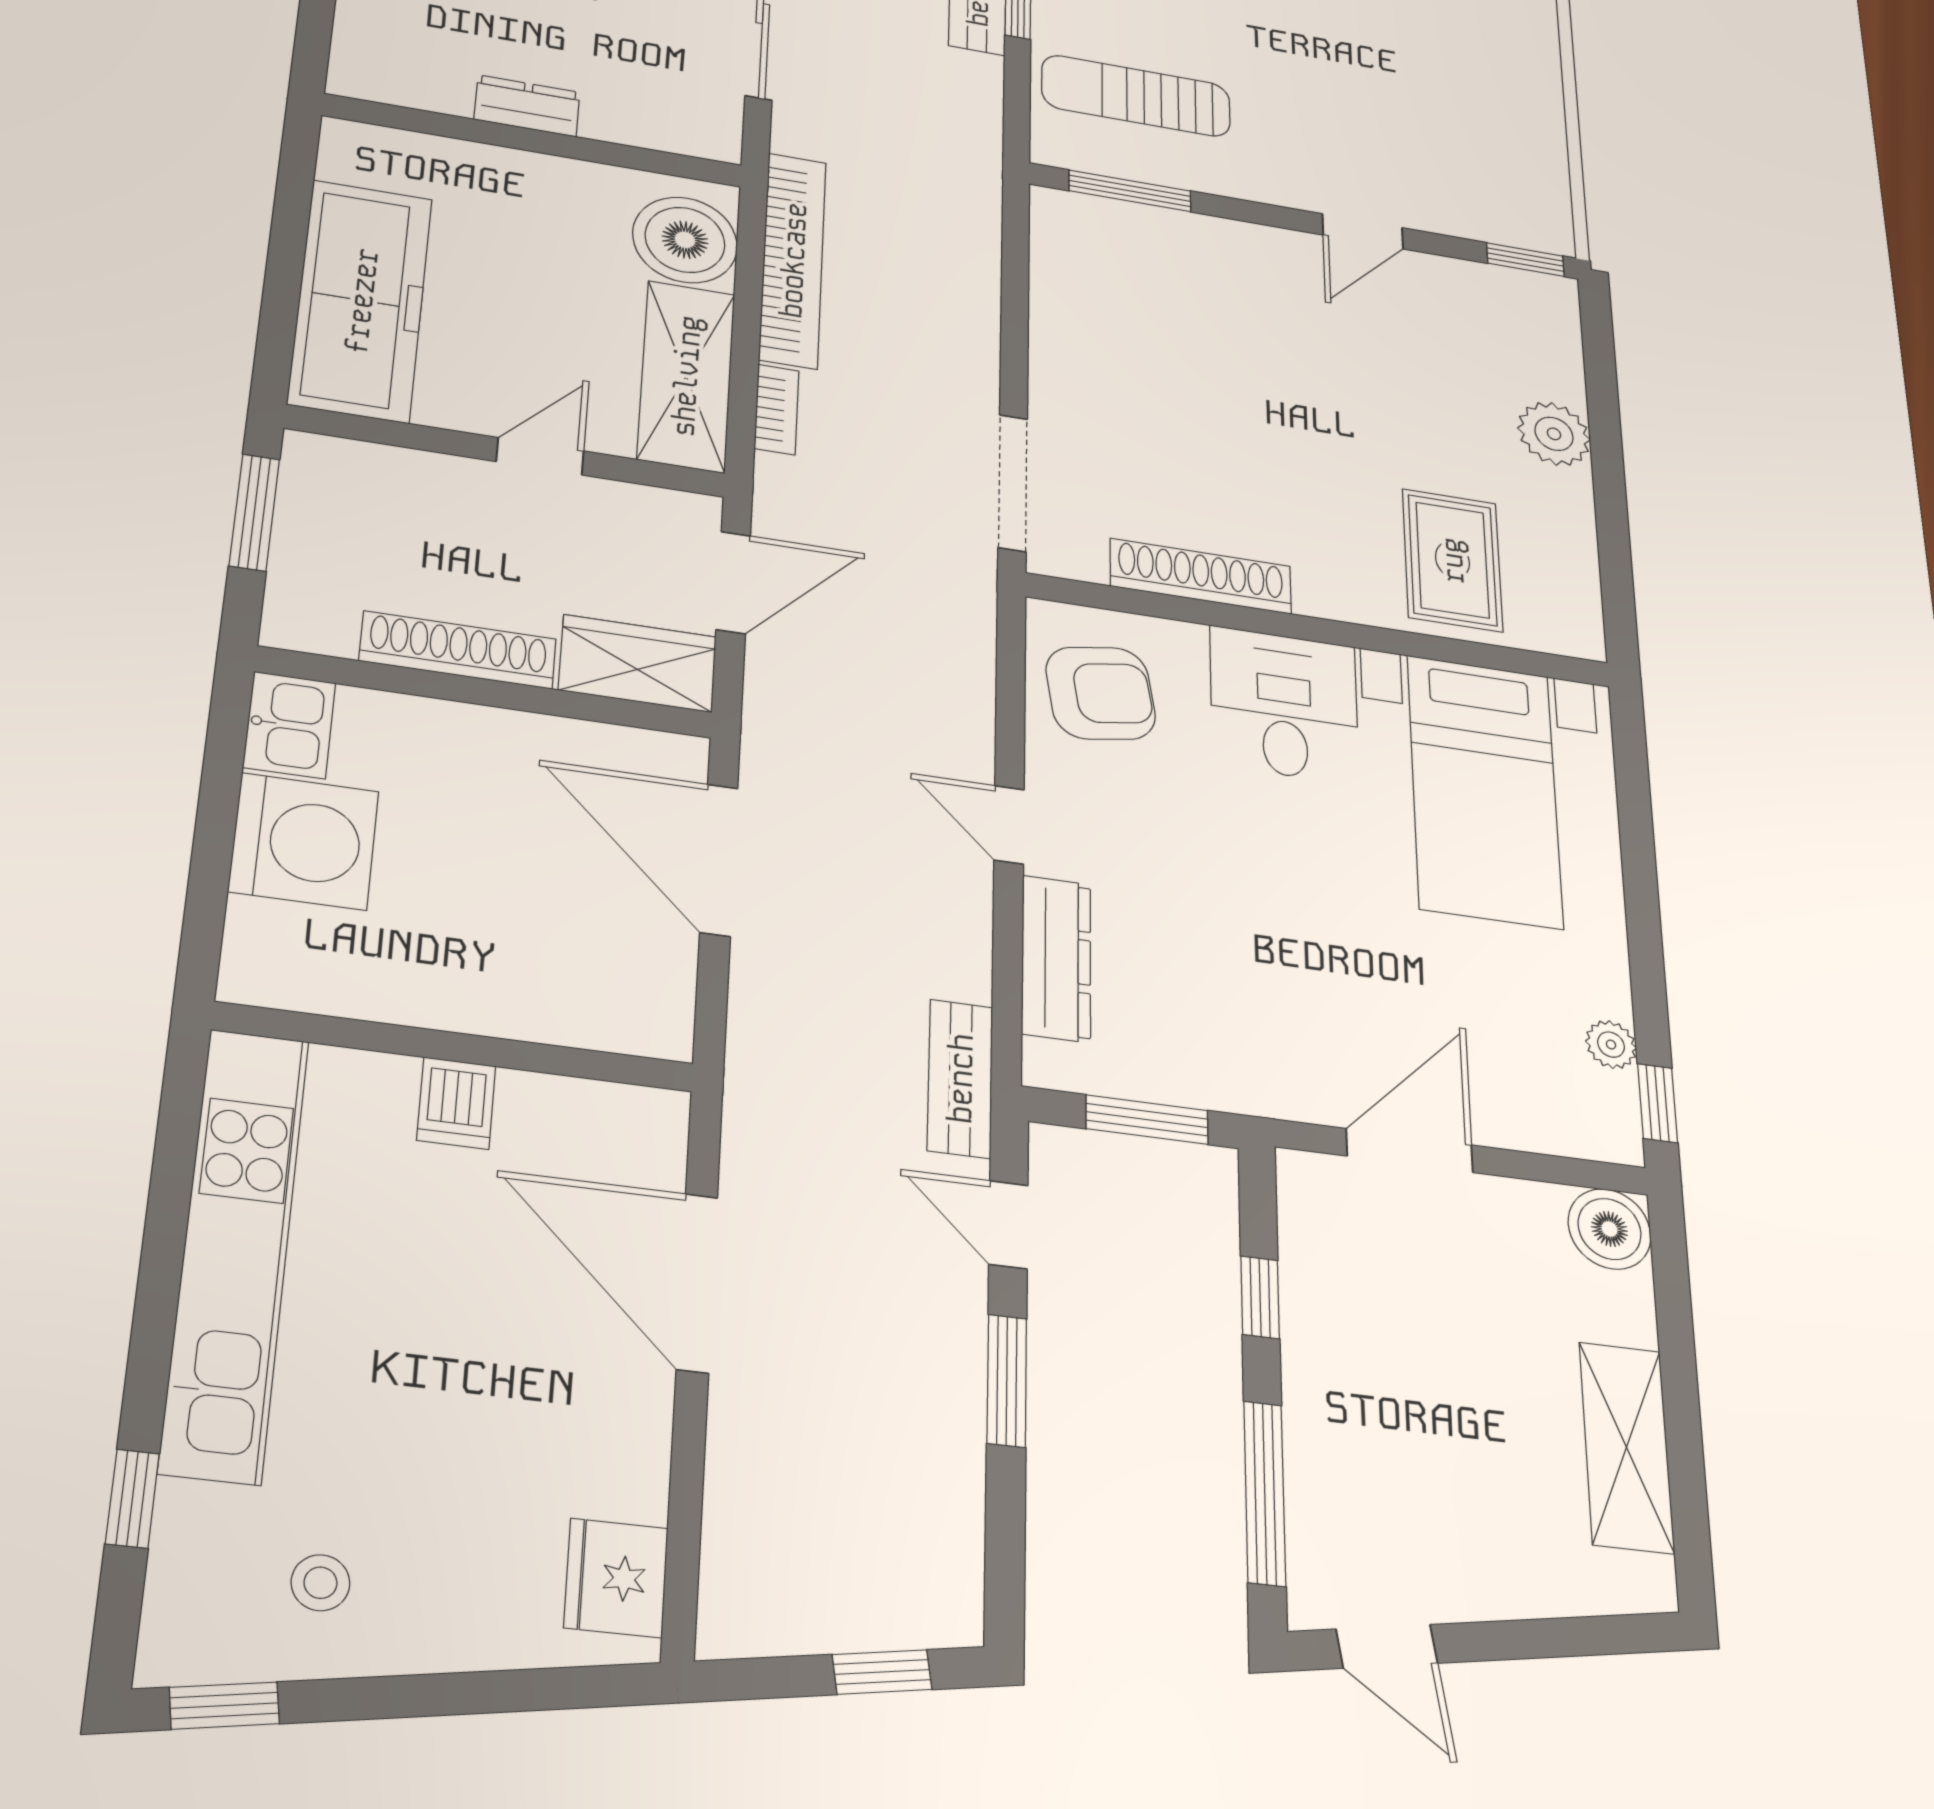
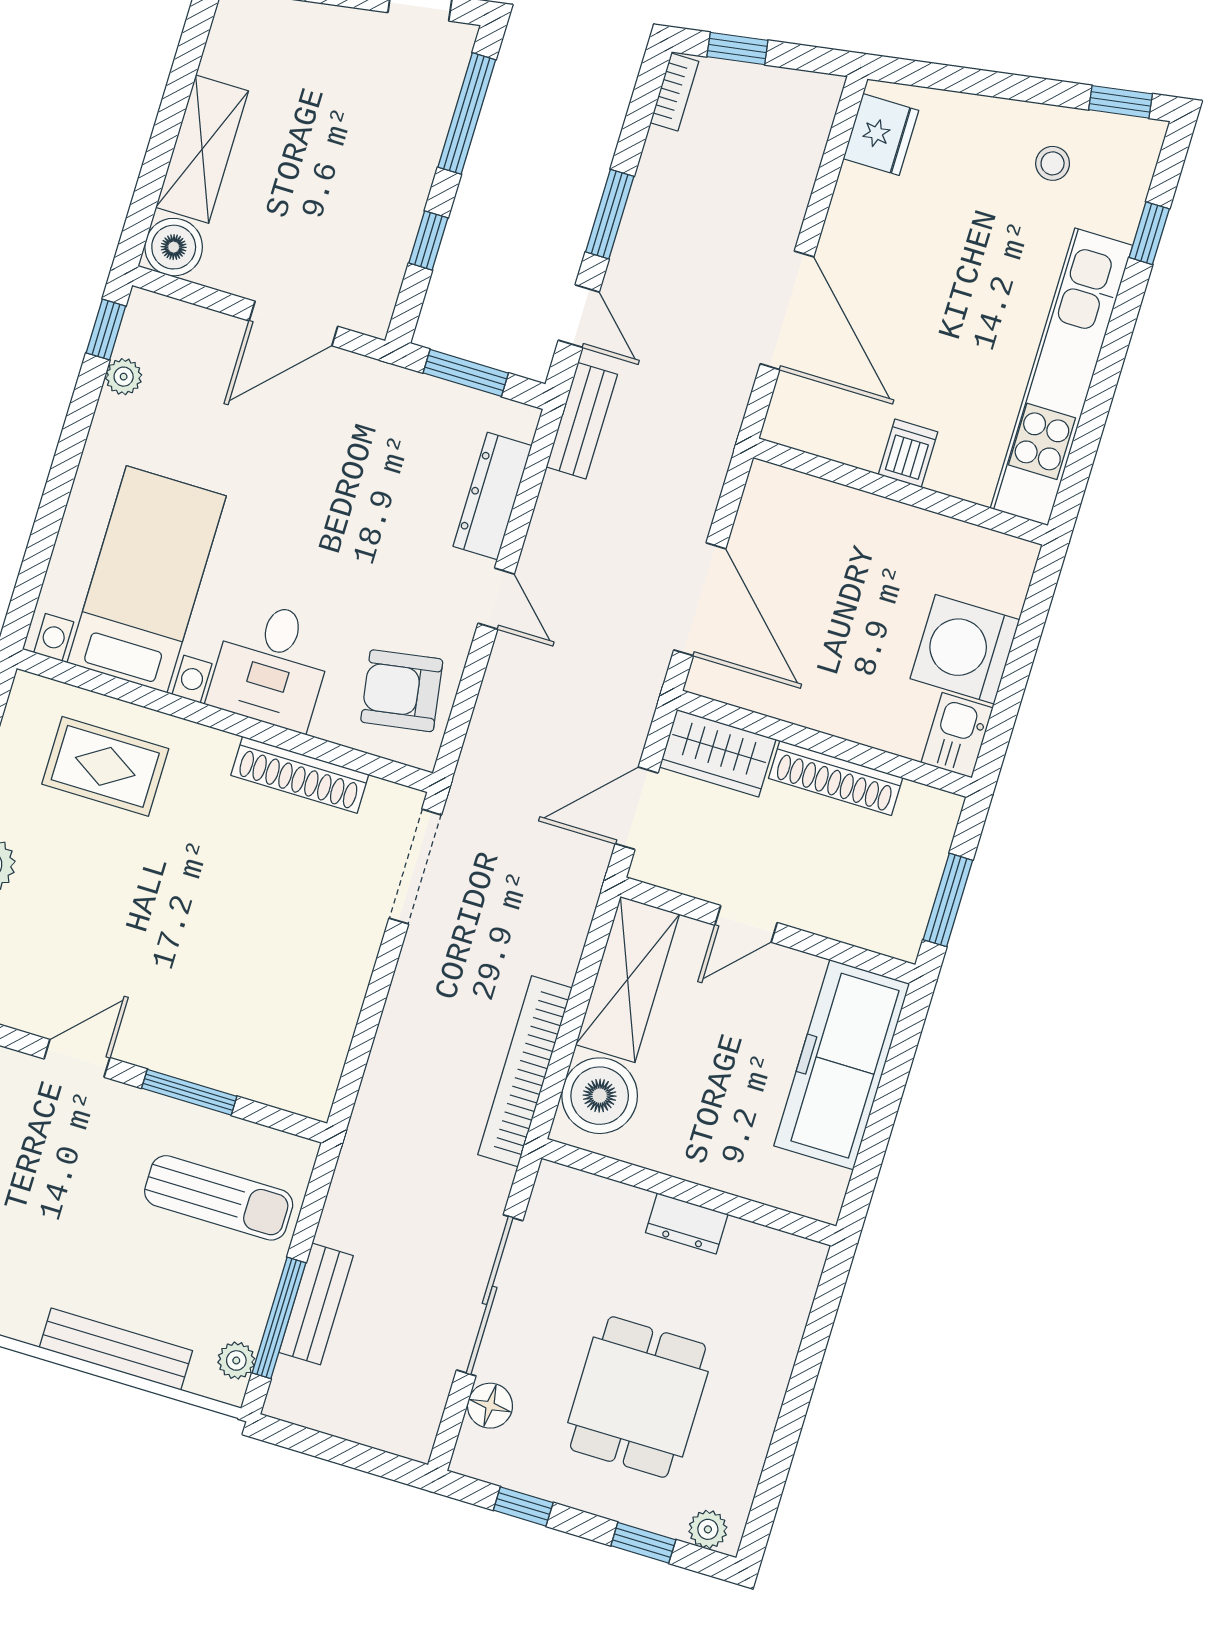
window: (1130, 191) -> (189, 1092), moved
bookcase: (777, 410) -> (674, 92), moved, turned 180
rug: (1452, 560) -> (105, 766), turned 90
shelving: (1626, 1447) -> (202, 149), moved

